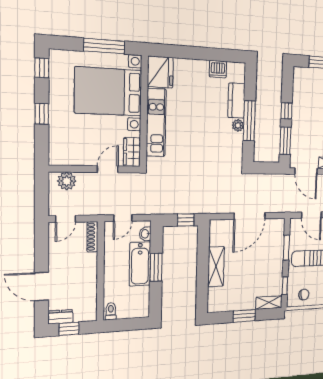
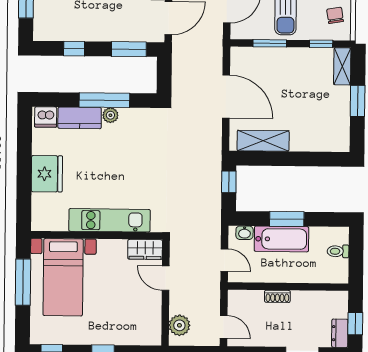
dishwasher: (218, 69) -> (46, 117), moved, turned 90
fridge: (160, 72) -> (47, 174), moved, turned 90
bed with nightstands: (108, 92) -> (63, 277), width x0.73
window: (286, 111) -> (74, 49), moved
shoe rack: (92, 237) -> (277, 296), moved, width x0.70
shelving: (216, 267) -> (263, 141), moved
toilet: (111, 311) -> (338, 251), moved

